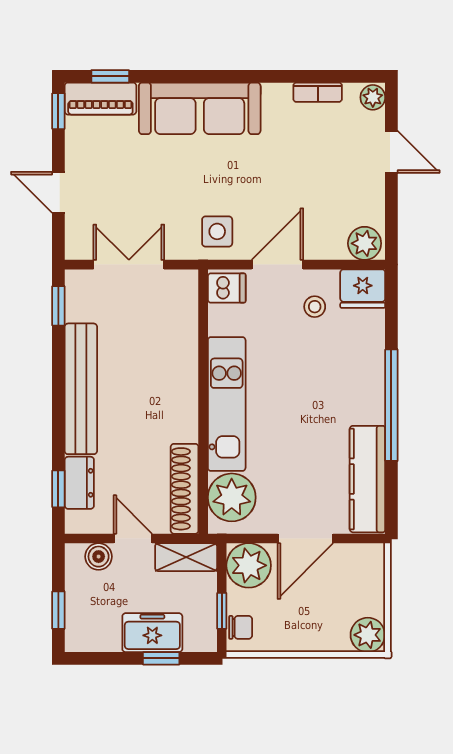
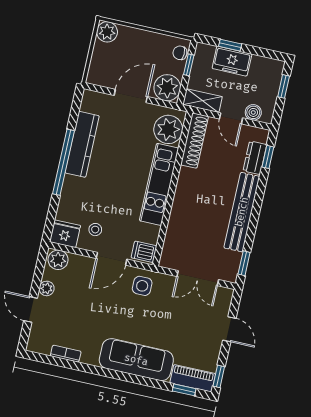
plant: (373, 97) -> (47, 288), moved
kitchen counter: (367, 479) -> (82, 144), moved

